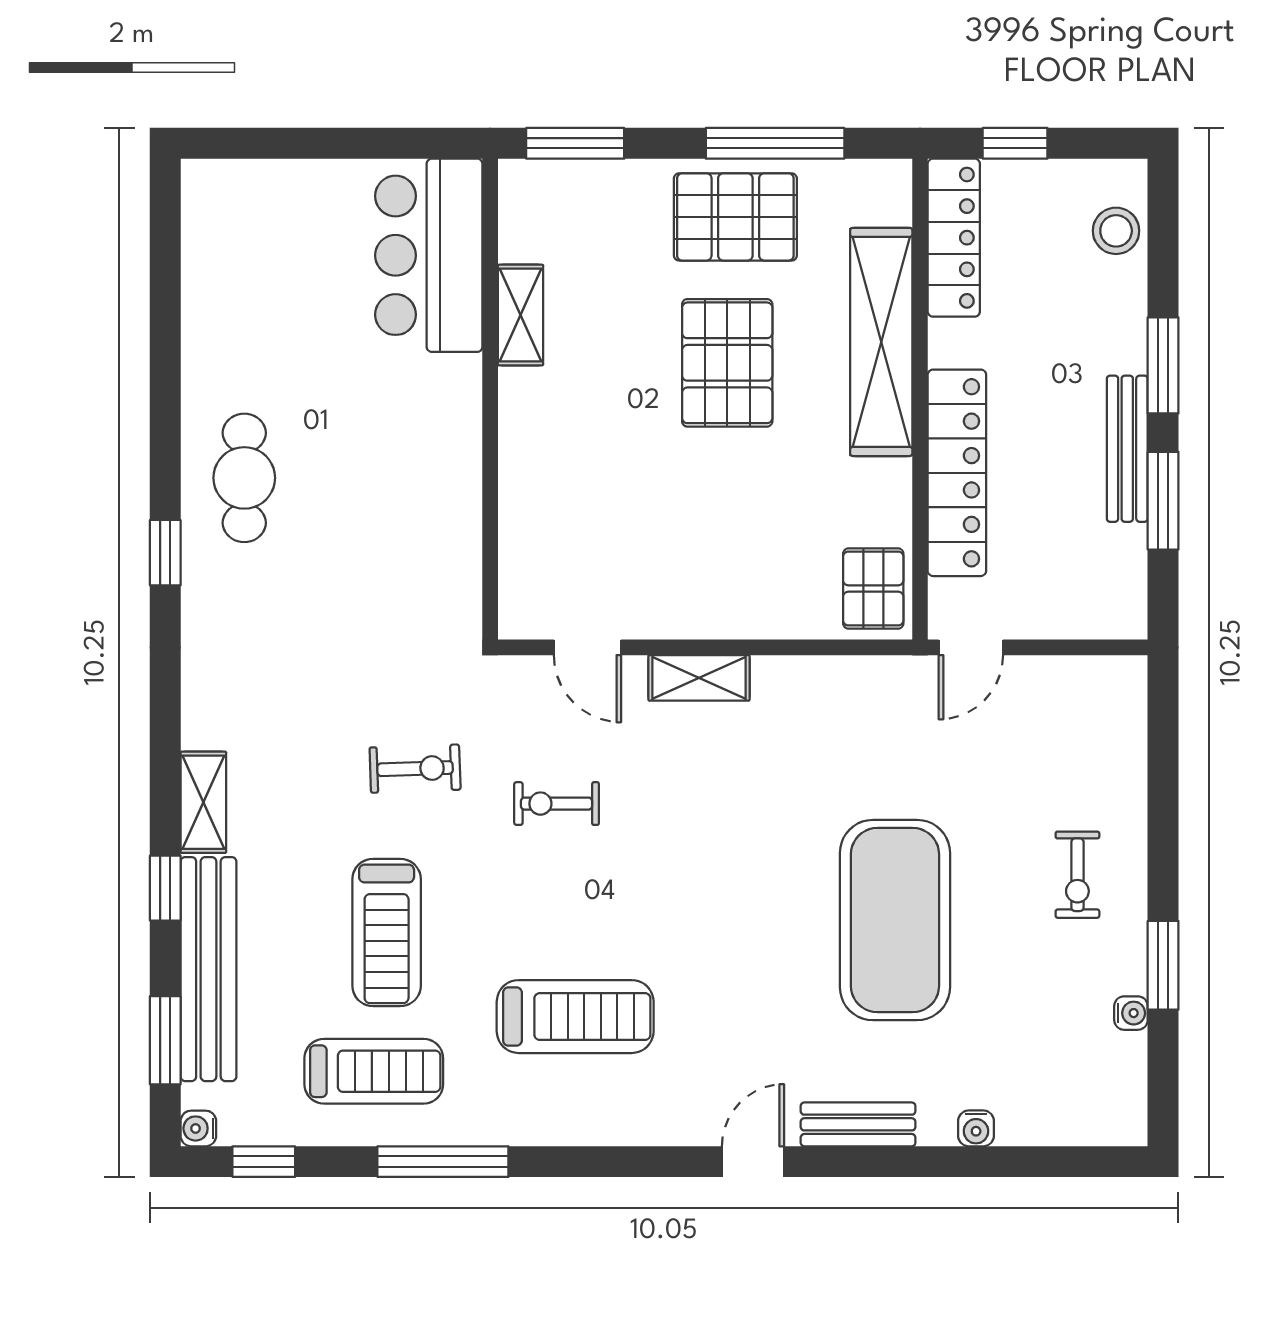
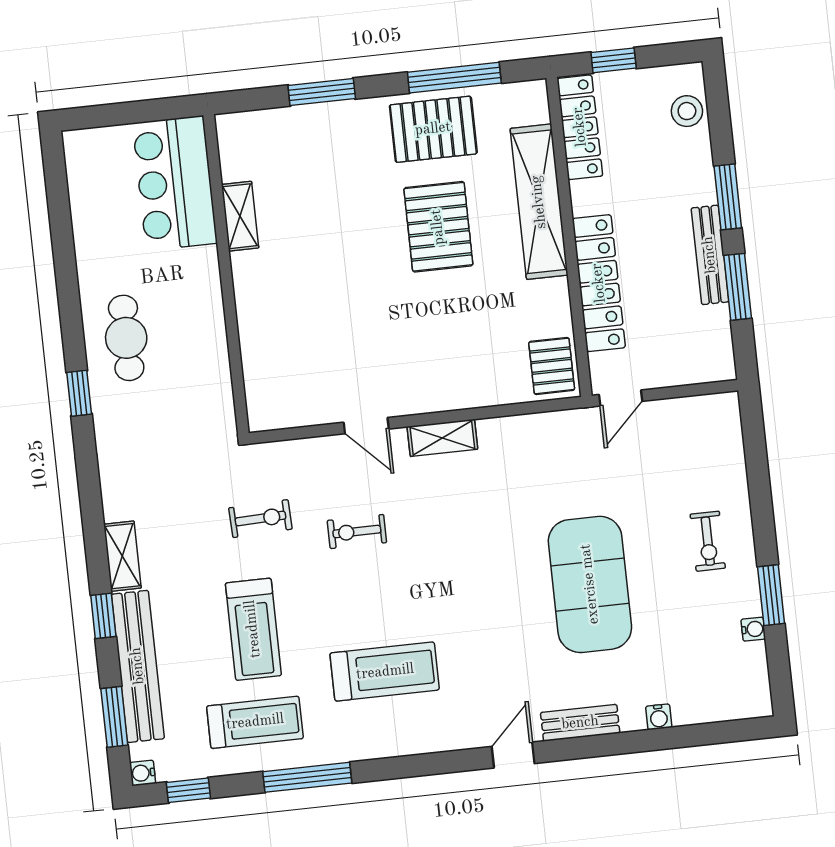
bar counter: (429, 255) -> (175, 183), moved
shelving: (521, 315) -> (240, 216), moved
wall: (490, 399) -> (226, 274), moved

